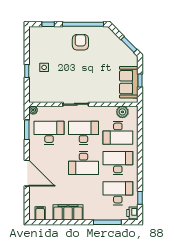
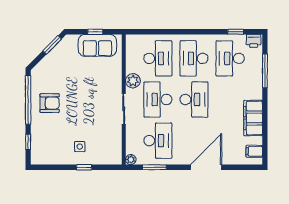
armchair: (80, 42) -> (50, 103), turned 180
plant: (122, 112) -> (133, 81), moved
desk: (49, 133) -> (158, 141), turned 180

